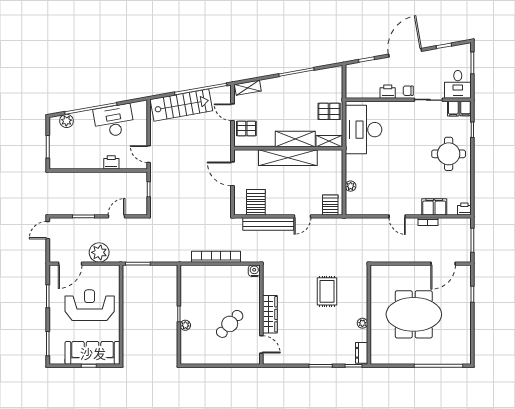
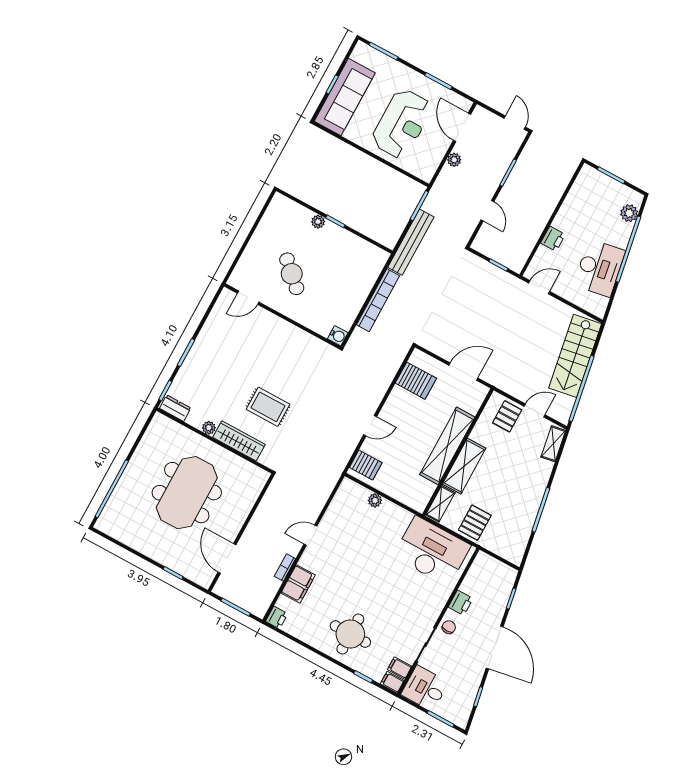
door: (302, 216) -> (370, 426), swing flipped
bench: (268, 224) -> (411, 242), moved
plant: (99, 252) -> (454, 160), width x0.53, depth x0.53
wardrobe: (270, 314) -> (239, 441), moved, turned 180

